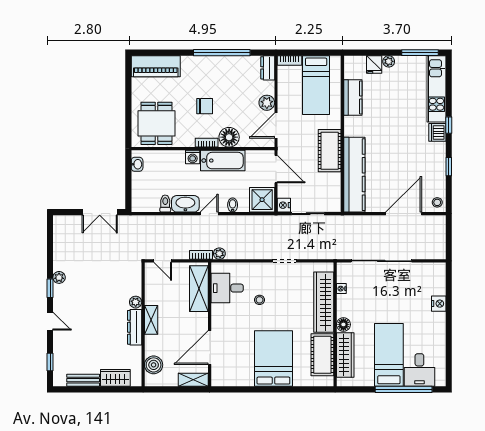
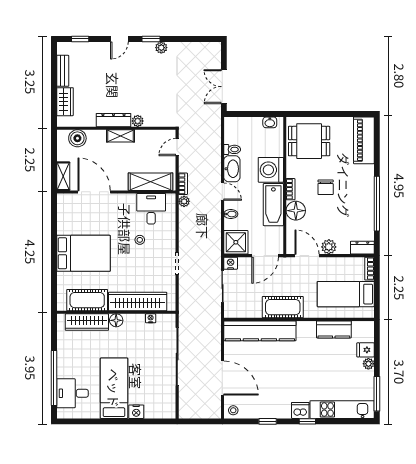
washing machine: (193, 157) -> (271, 170), width x1.89, depth x1.89
bed: (389, 355) -> (114, 388), moved, turned -90

